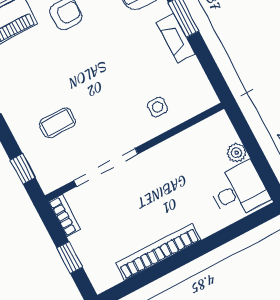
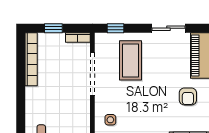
coffee table: (58, 123) -> (131, 60), width x1.86, depth x1.72
bookcase: (158, 252) -> (31, 59), moved

